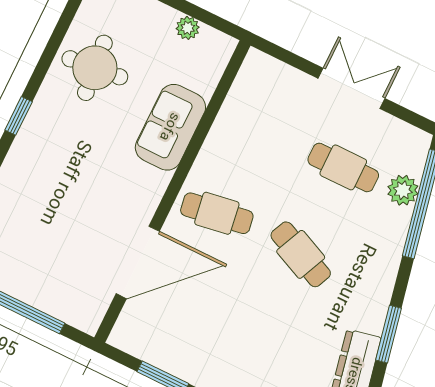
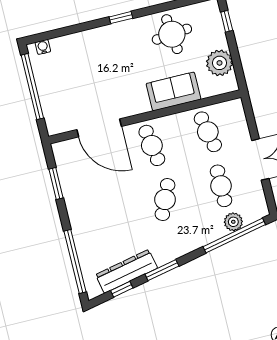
plant: (188, 28) -> (220, 63), width x1.88, depth x1.88
cafe table: (259, 126) -> (208, 132), added

